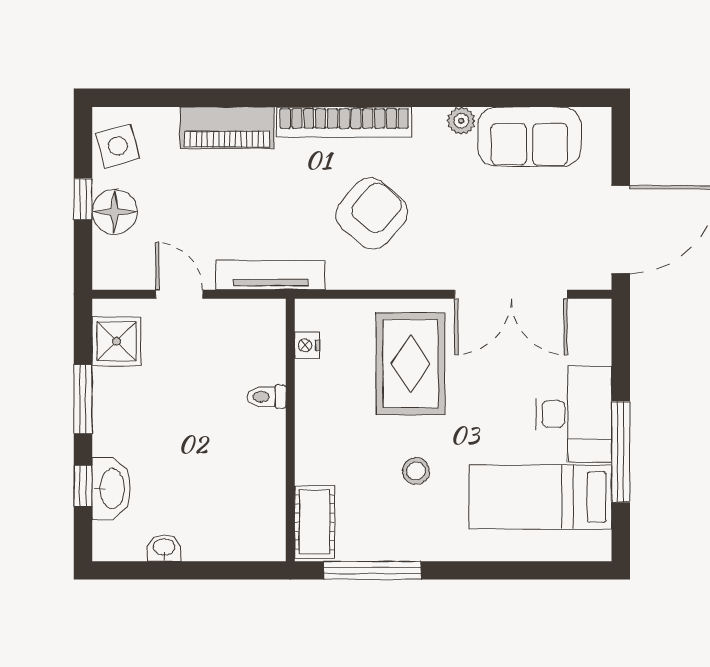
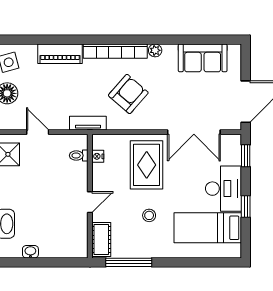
plant: (461, 121) -> (155, 50), moved
tv unit: (270, 275) -> (88, 123), width x0.71
window: (621, 344) -> (246, 156), added
toilet: (266, 397) -> (79, 155), moved
door: (290, 443) -> (90, 202), added
window: (621, 452) -> (246, 206), width x0.46

